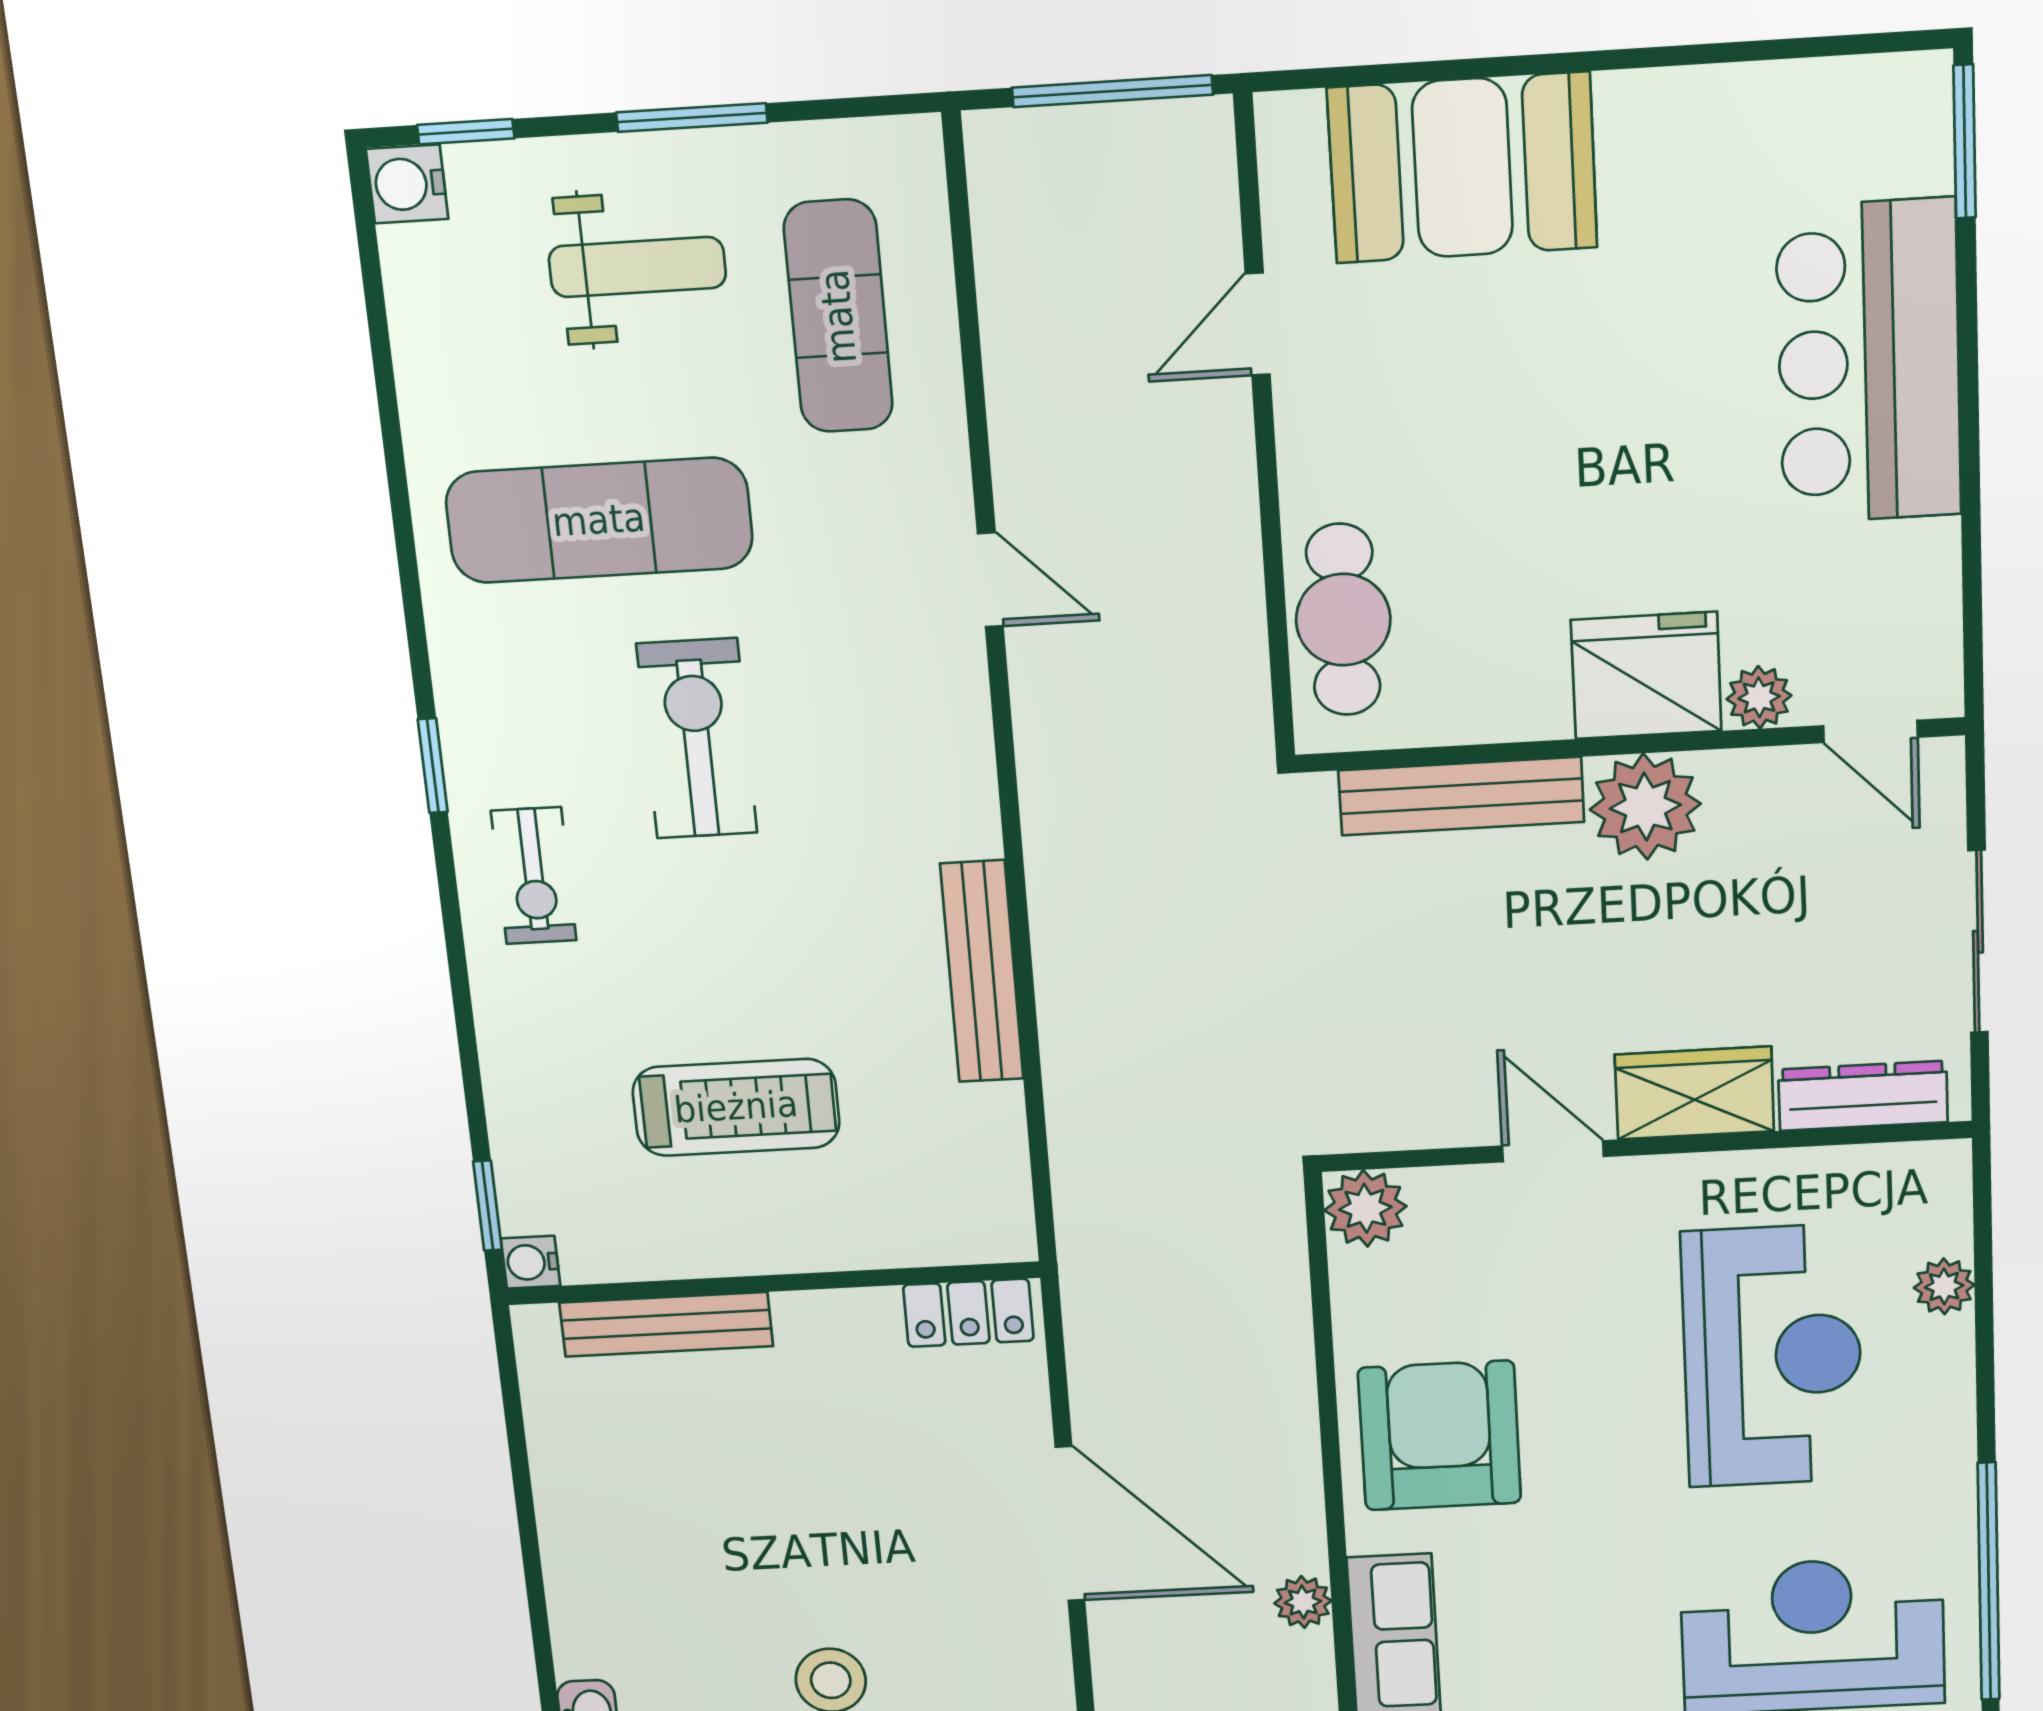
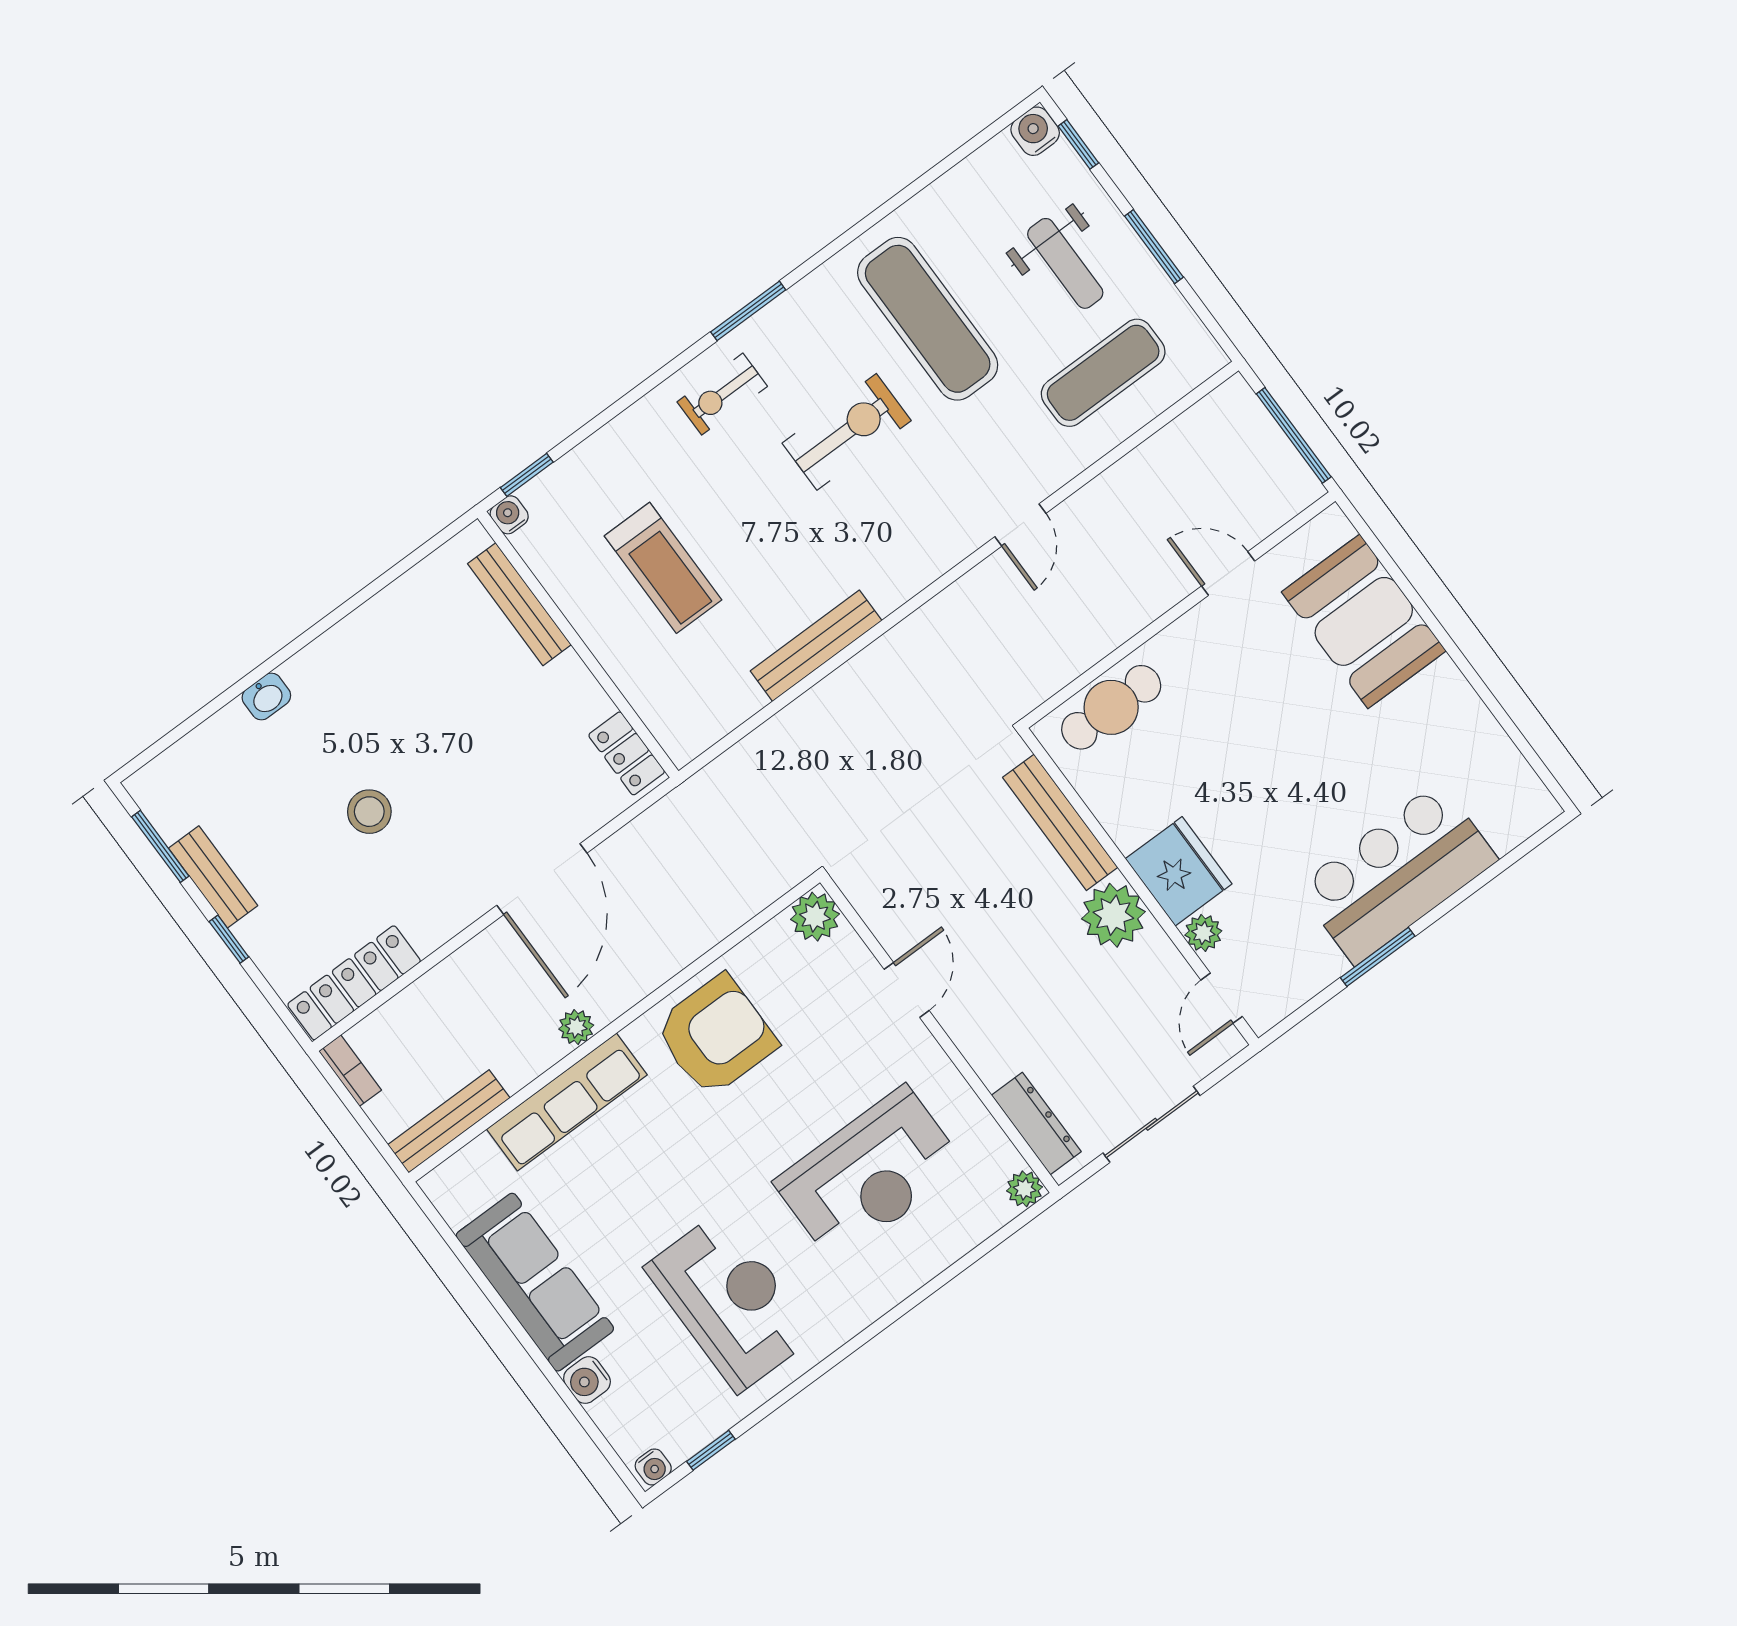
window: (1965, 142) -> (1378, 957), moved
window: (433, 766) -> (748, 311), width x1.50
wardrobe: (1694, 1093) -> (983, 1039), removed
plant: (1944, 1286) -> (1025, 1189), moved
window: (1989, 1582) -> (819, 1370), removed

